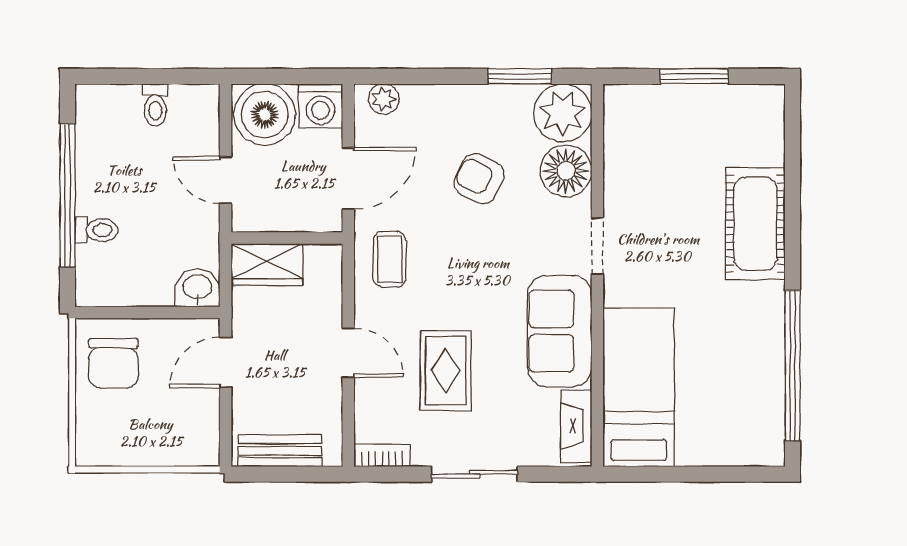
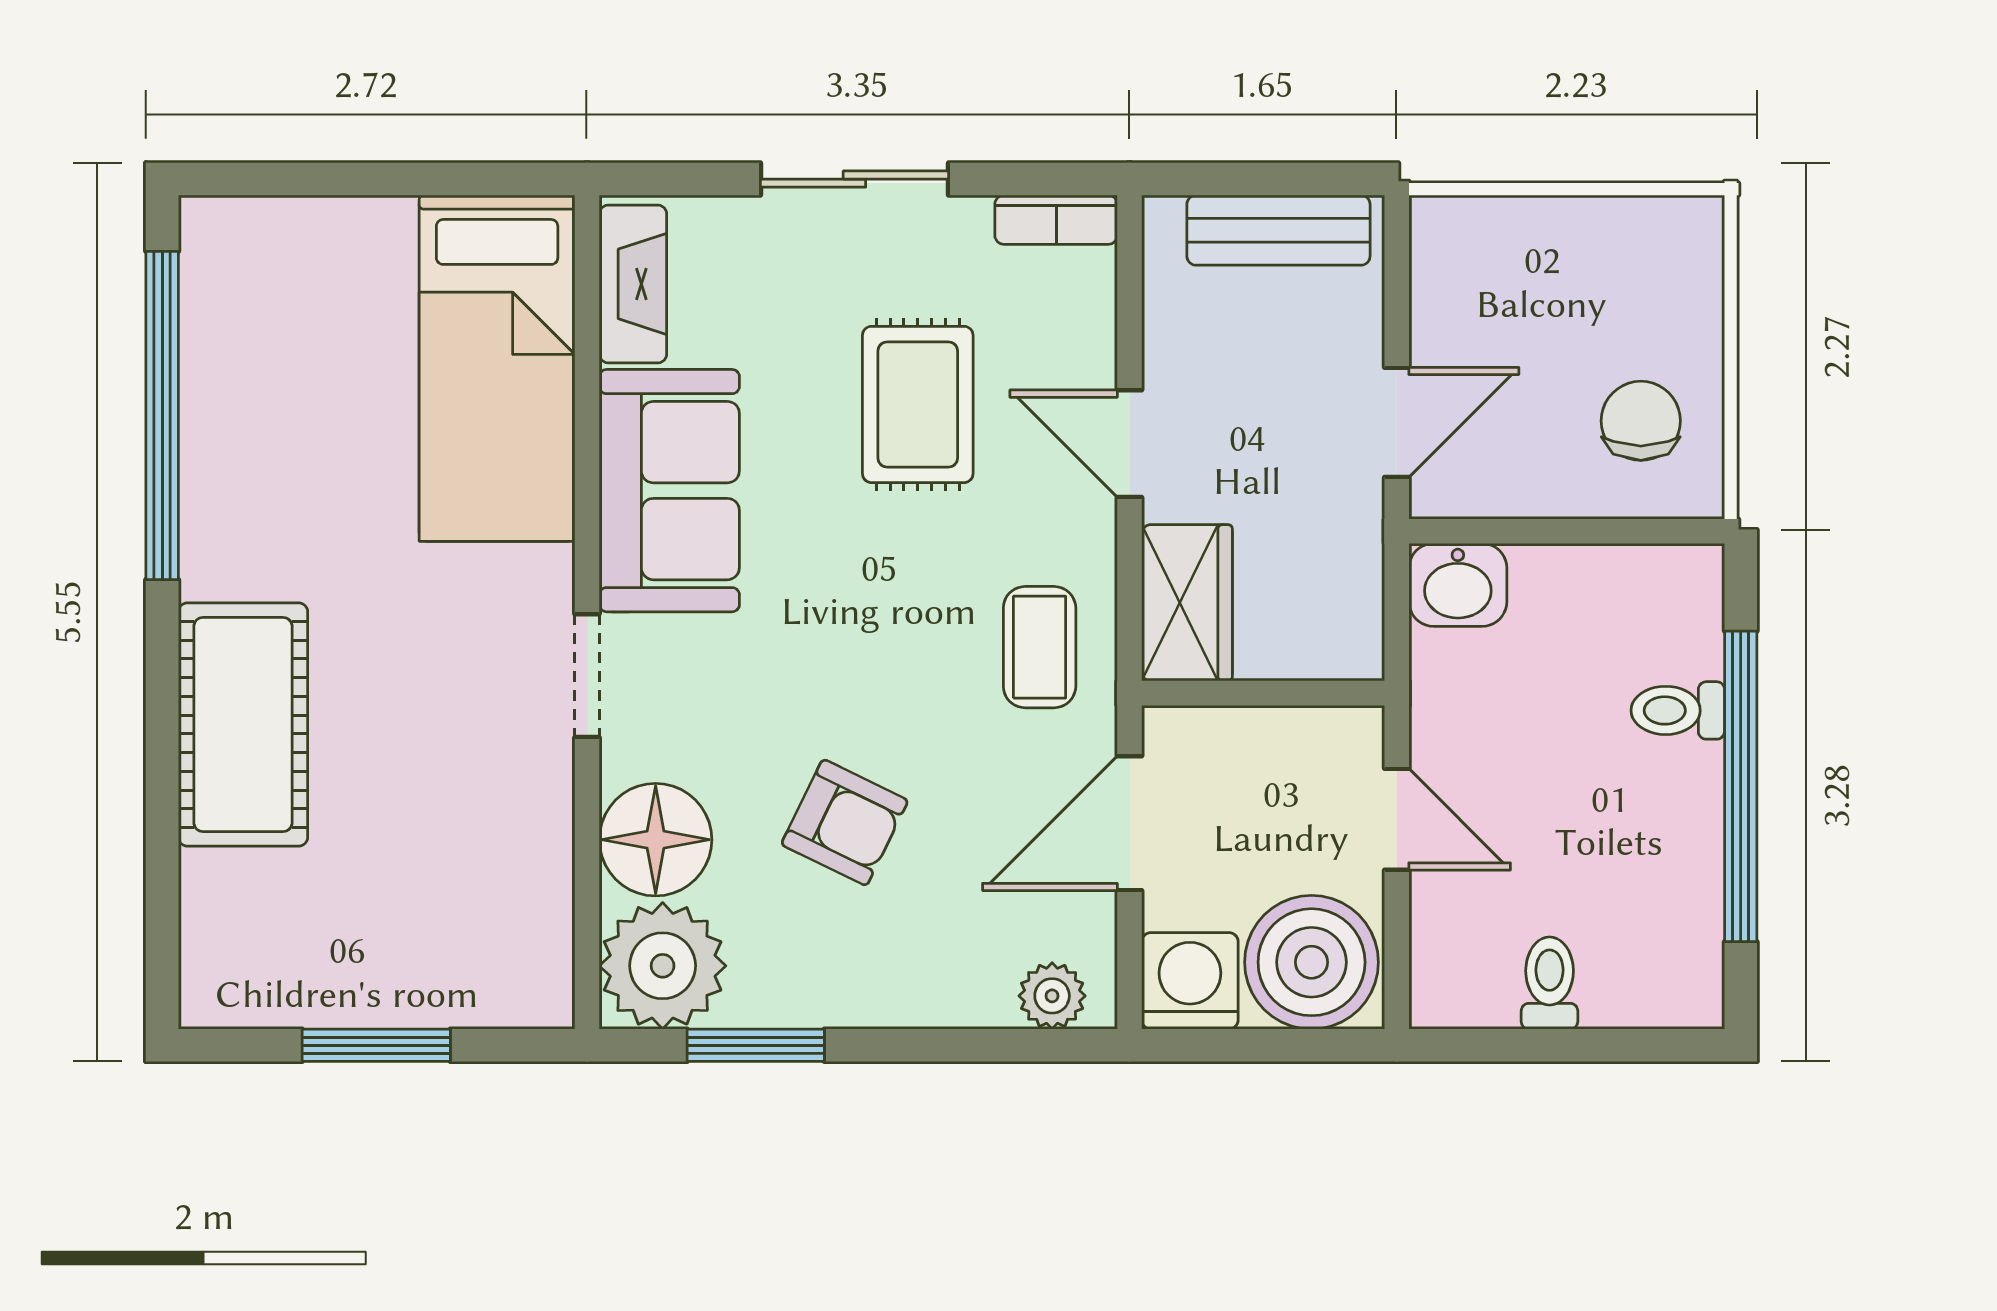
wardrobe: (267, 264) -> (1187, 603), moved, turned 90
chair: (113, 363) -> (1641, 421), width x0.73, depth x0.73

